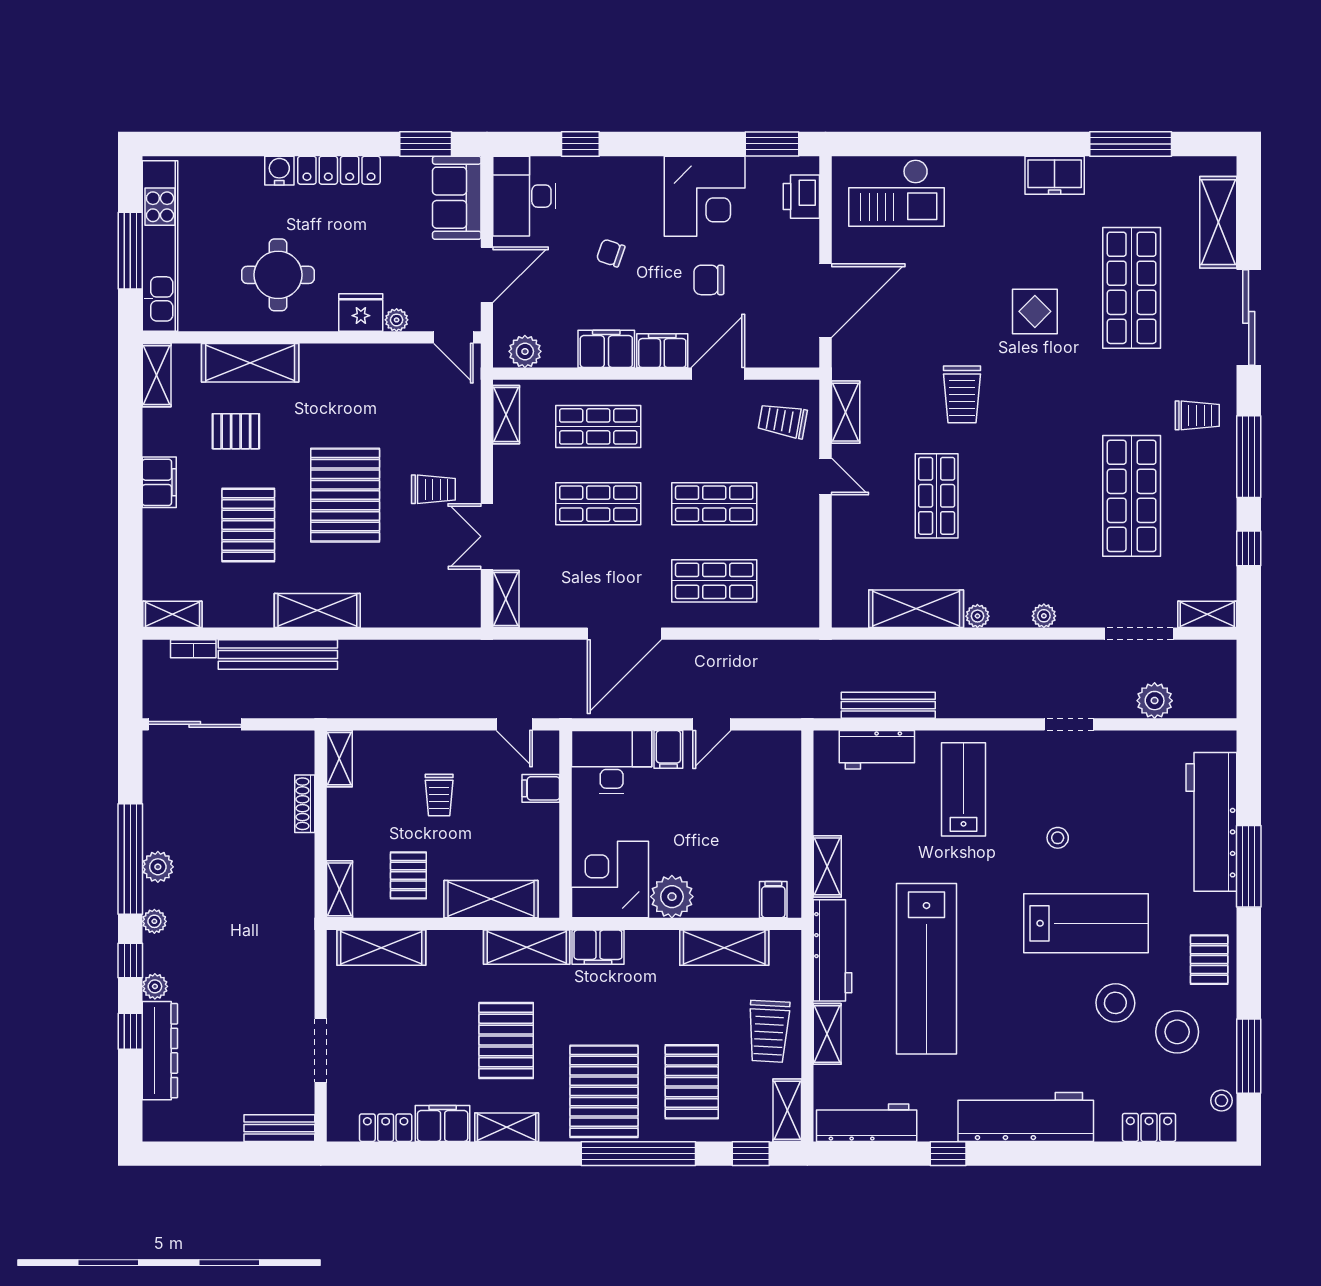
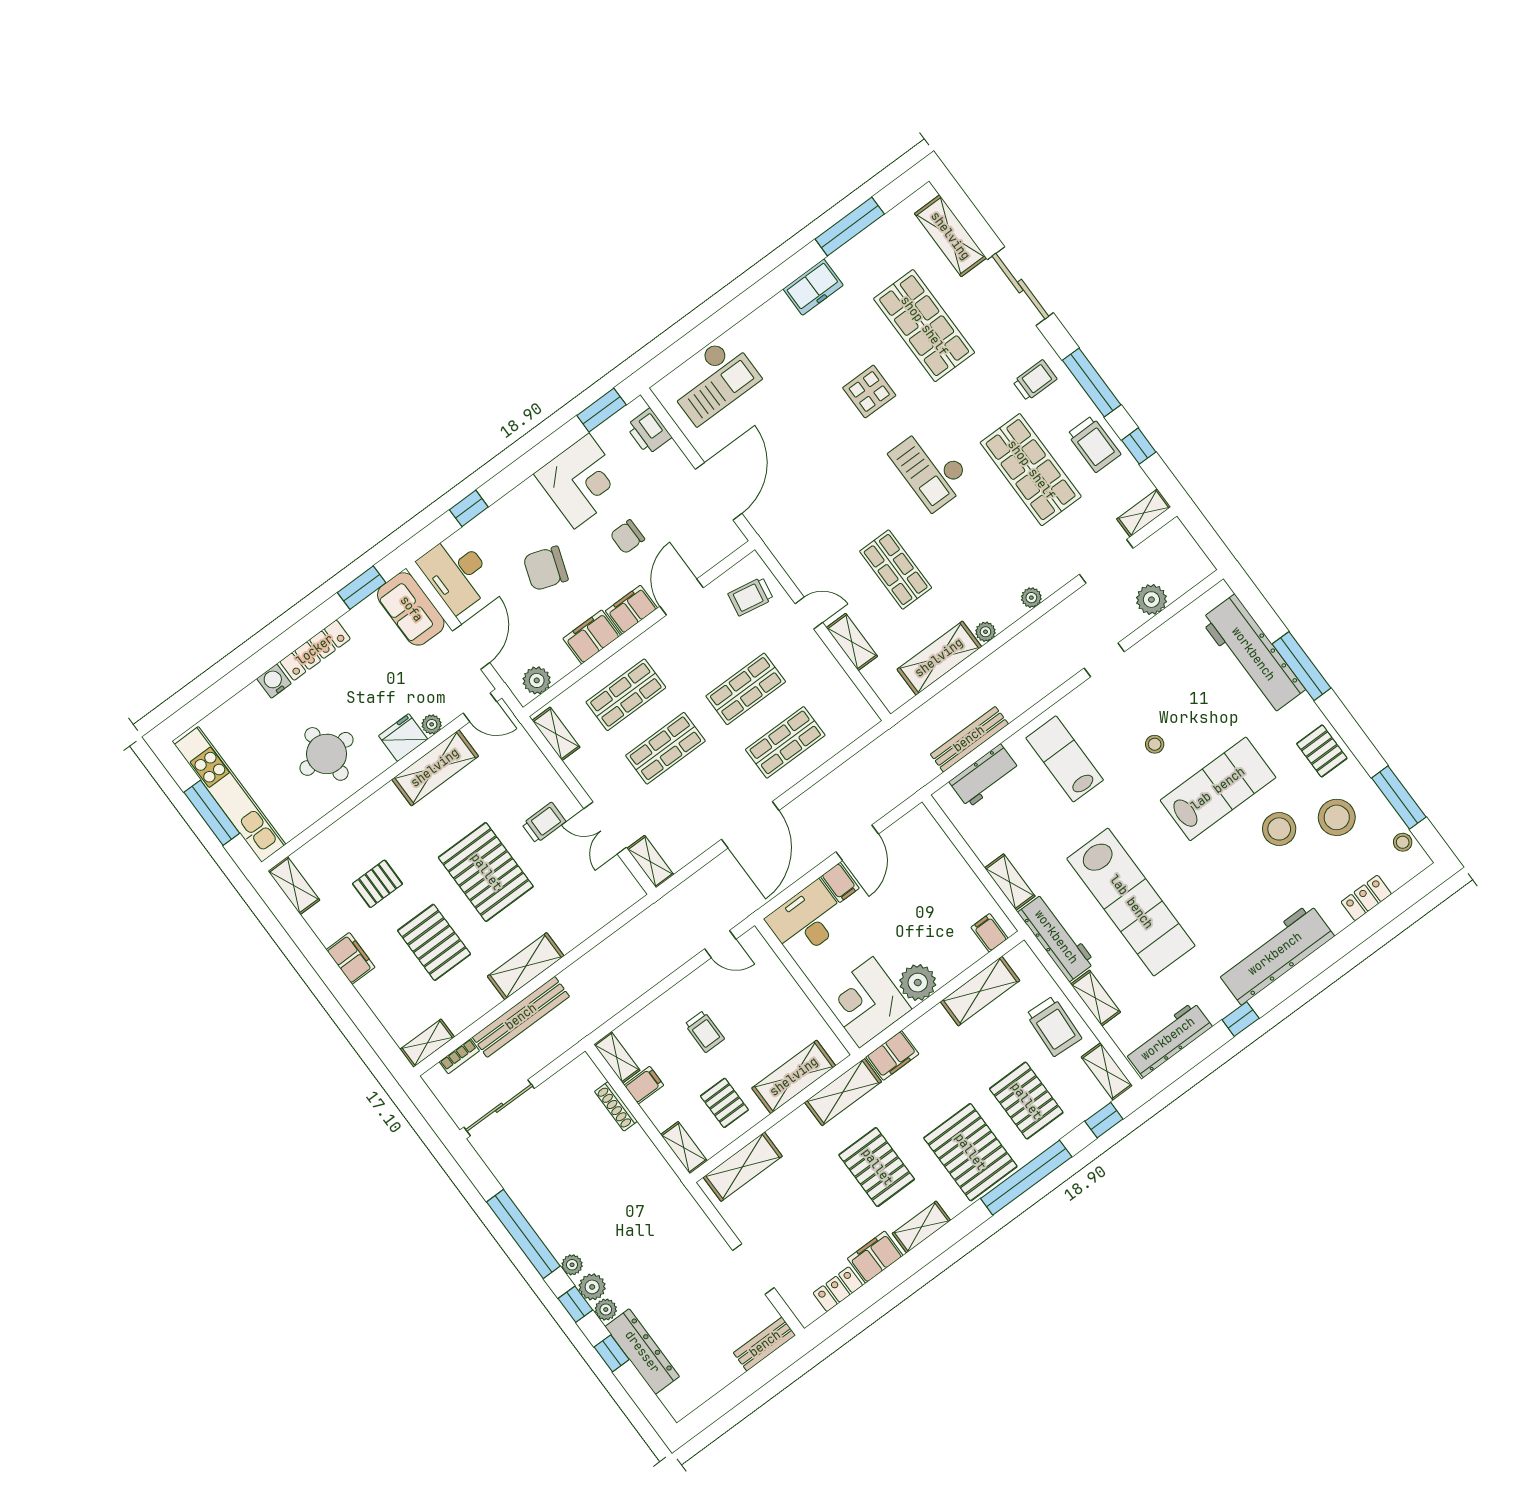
chair: (611, 253) -> (546, 568), width x1.87, depth x1.87
shelving: (250, 363) -> (435, 768), moved
trolley: (962, 394) -> (1094, 444), moved
shelving: (846, 412) -> (852, 642), moved
checkout: (1039, 425) -> (931, 468), added
door: (712, 724) -> (857, 843), width x1.38
filing cabinet: (541, 788) -> (644, 1085), moved, turned 180
plant: (158, 867) -> (592, 1287), moved

